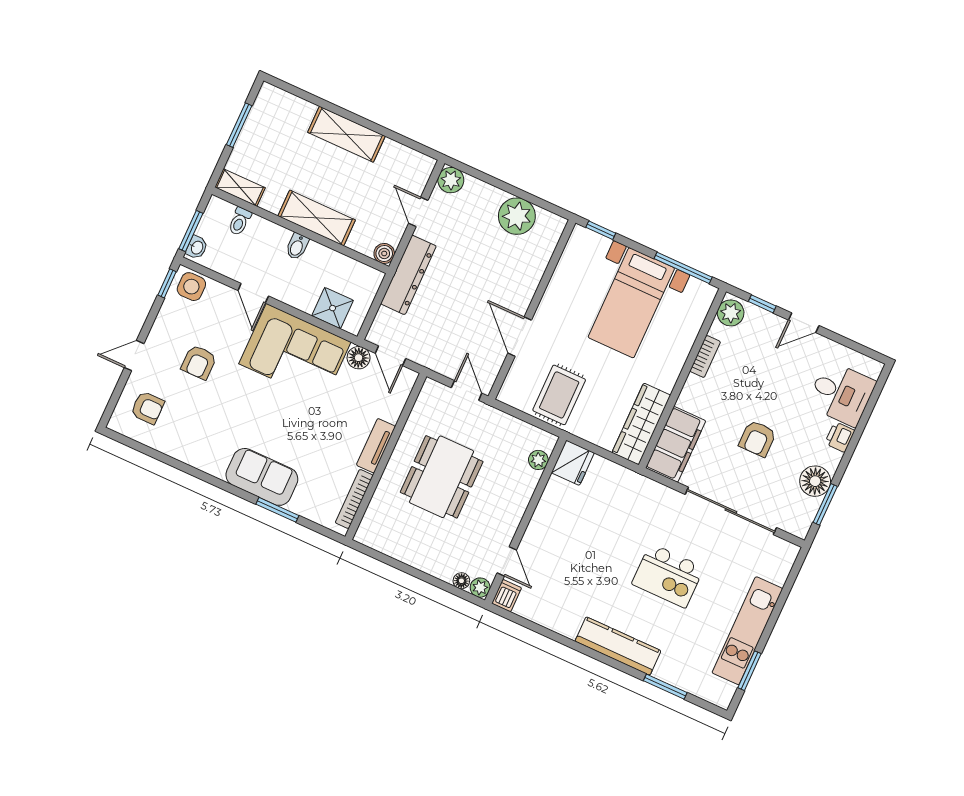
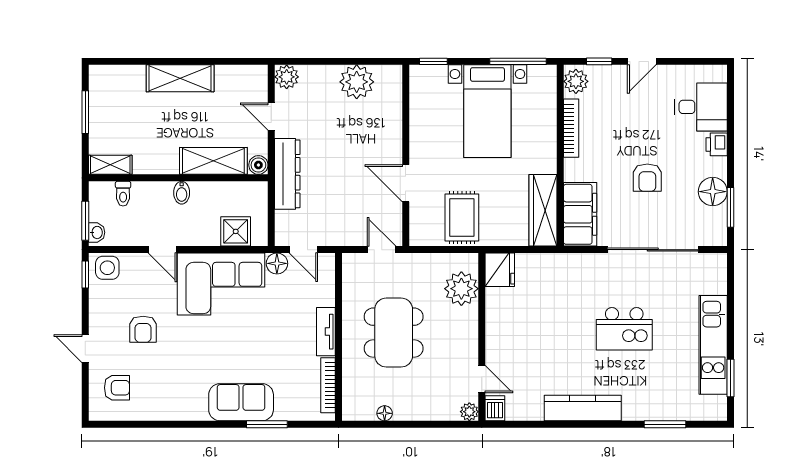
shelving: (317, 218) -> (213, 161), moved
door: (134, 356) -> (85, 349), hinge flipped
bookcase: (705, 356) -> (571, 128), width x1.56
plant: (538, 460) -> (461, 289), width x1.88, depth x1.88
floor lamp: (461, 581) -> (385, 413), moved
kitchen counter: (618, 646) -> (583, 408), moved

